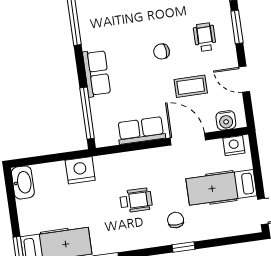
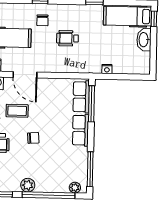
row of seats: (141, 130) -> (81, 97), moved, turned 90
nightstand: (80, 170) -> (107, 69), width x0.53, depth x0.56
washbasin: (23, 182) -> (144, 40), moved

